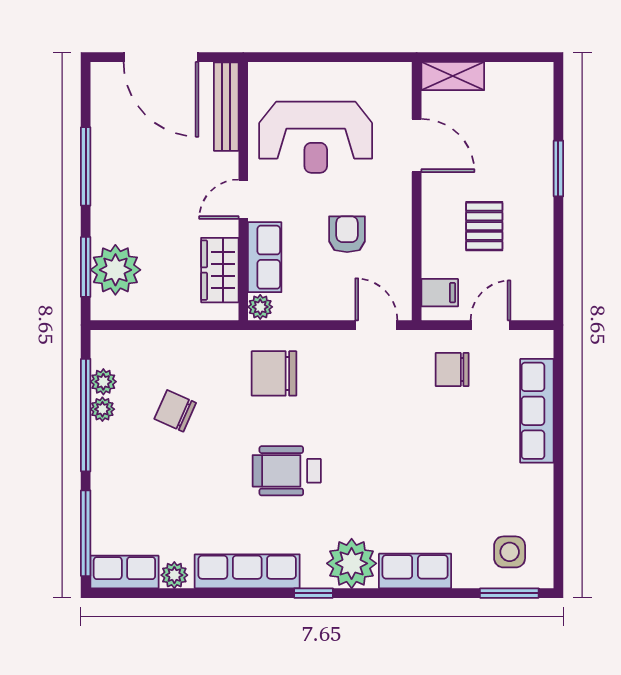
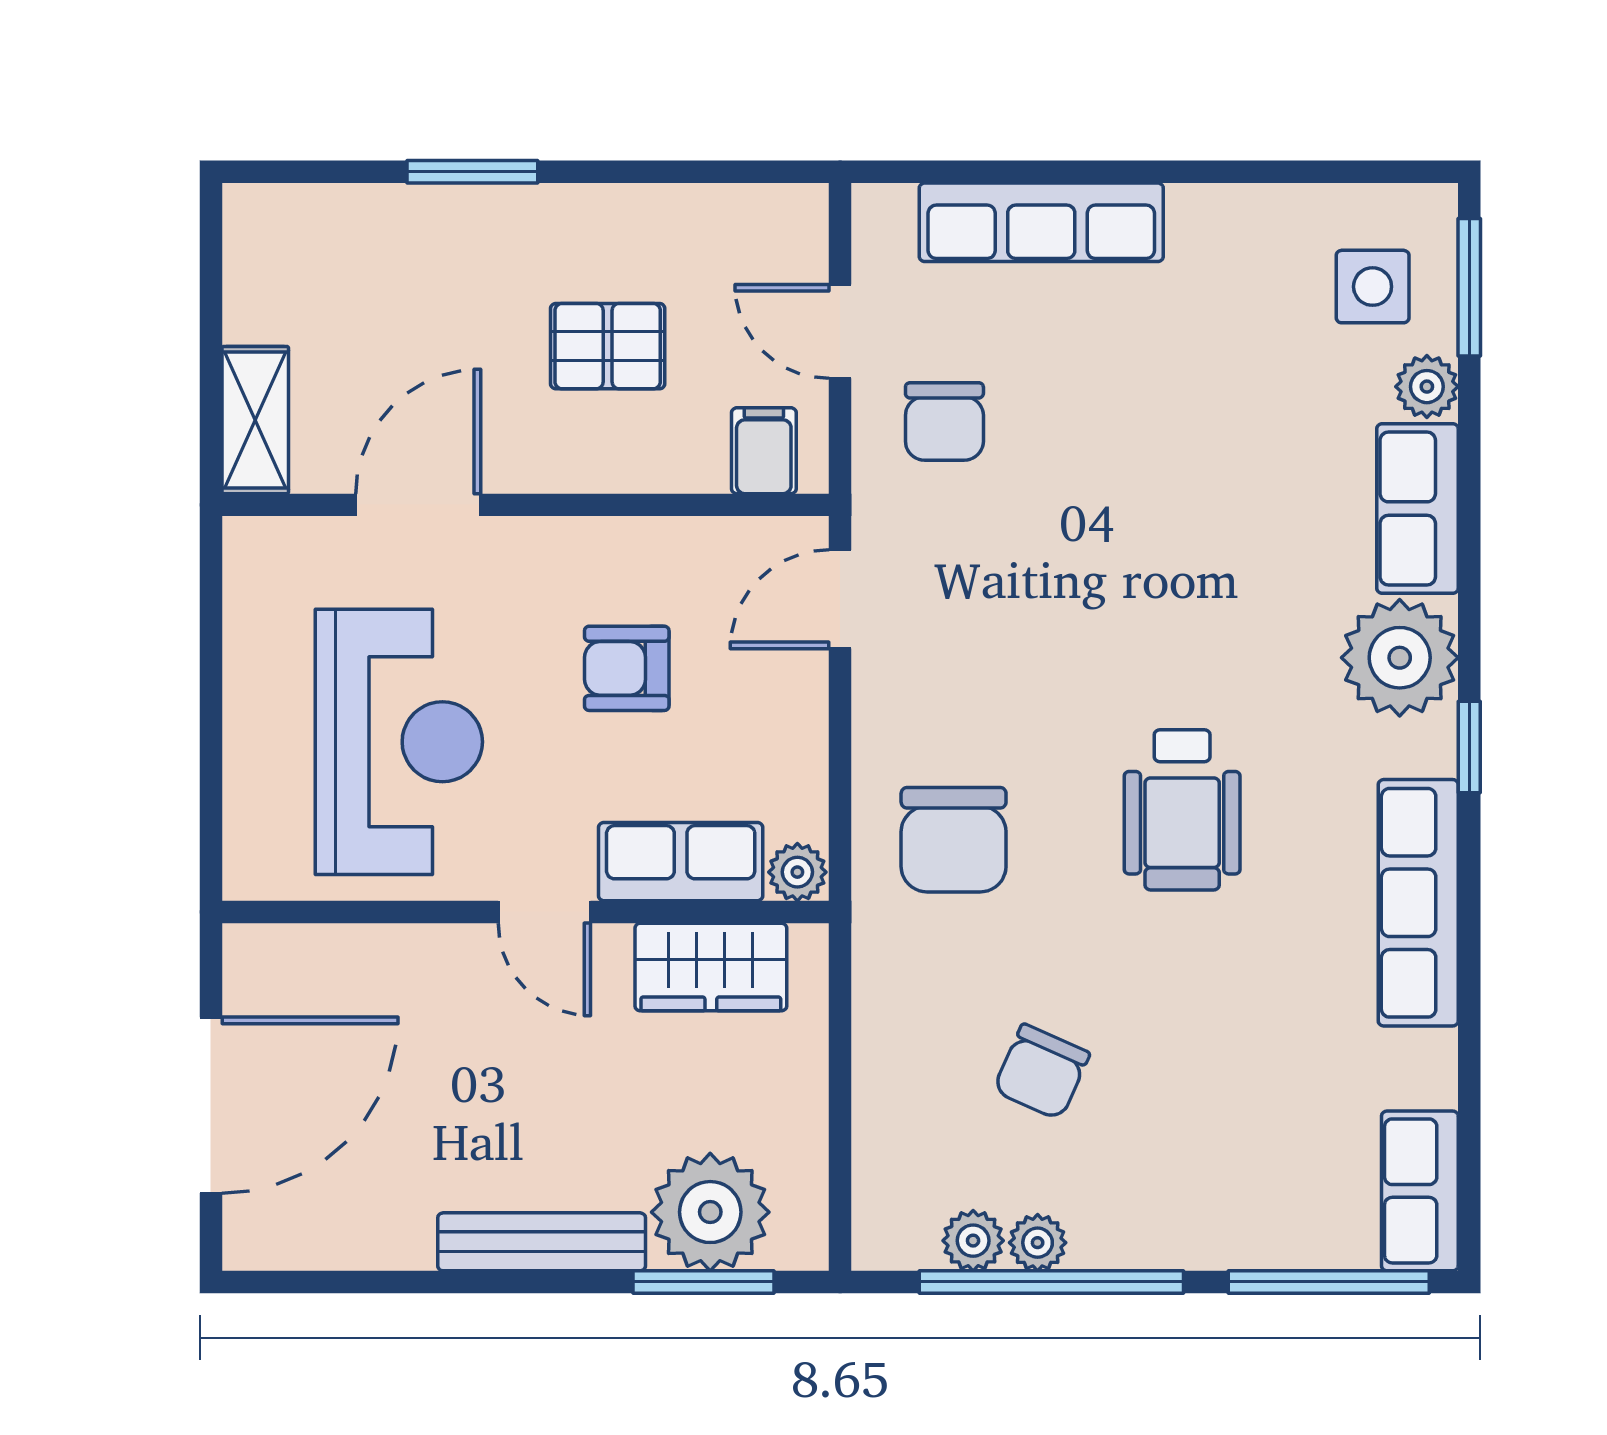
bench: (226, 107) -> (542, 1242), moved
window: (86, 166) -> (468, 1282), removed
plant: (174, 575) -> (1427, 387), moved

